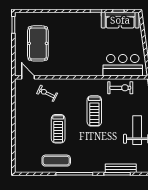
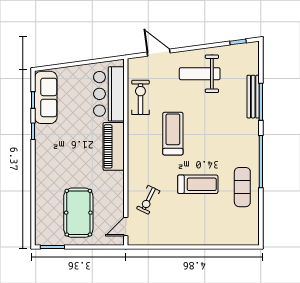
pool table: (38, 43) -> (78, 213), turned 90
piano: (85, 69) -> (114, 146), added
treadmill: (94, 111) -> (173, 134), turned -90

